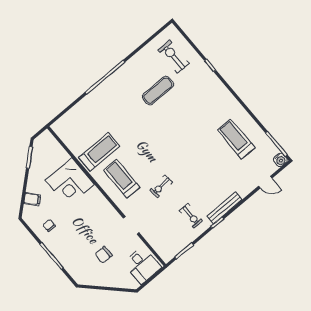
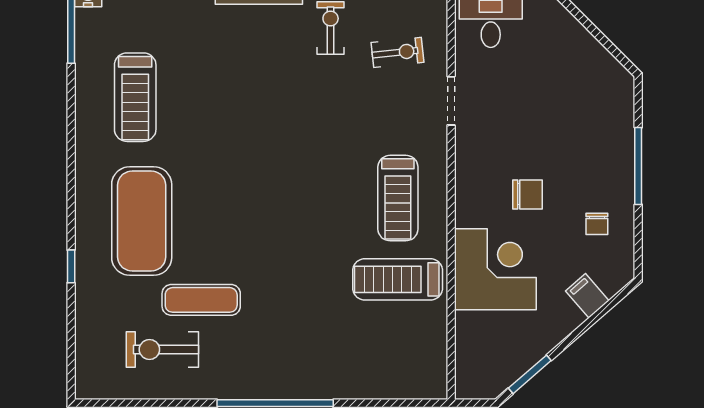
exercise bike: (174, 57) -> (162, 350), moved, turned 90
exercise mat: (199, 100) -> (142, 221), added
exercise bike: (161, 186) -> (398, 52), moved
chair: (104, 255) -> (527, 194), moved

